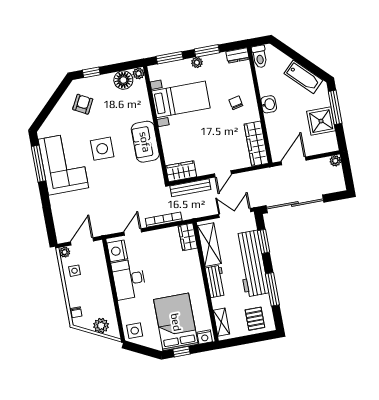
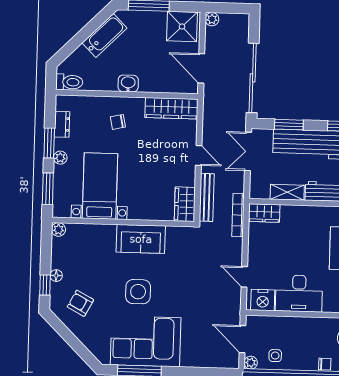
dresser: (238, 55) -> (62, 124), moved
floor lamp: (123, 80) -> (56, 276), moved, width x0.53, depth x0.53
shower: (321, 121) -> (182, 27), moved
bookcase: (164, 220) -> (238, 215), moved
shelving: (209, 245) -> (287, 192), width x0.67, depth x0.75

